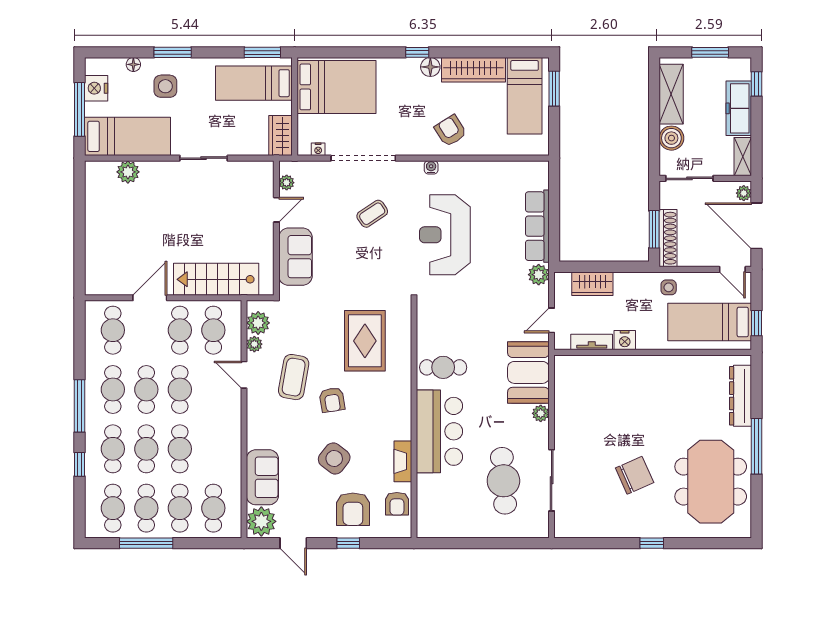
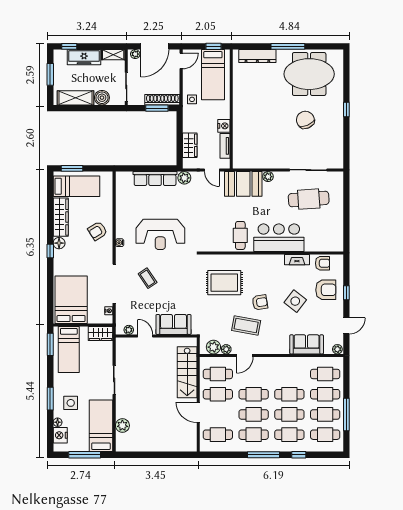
nightstand: (96, 88) -> (60, 435), moved, turned 90
plant: (261, 521) -> (337, 349), width x0.53, depth x0.53

